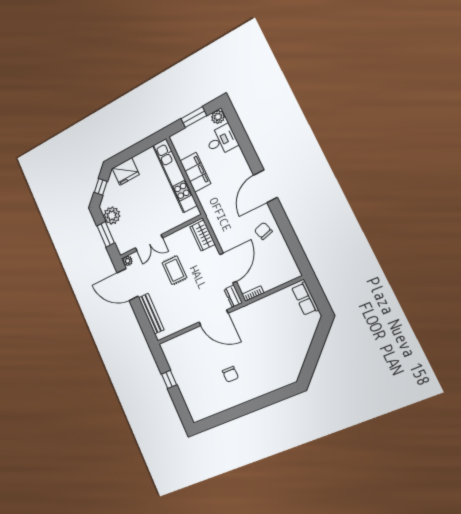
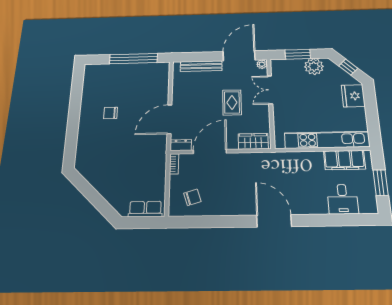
plant: (218, 117) -> (370, 206), removed
filing cabinet: (195, 172) -> (344, 160), moved
chair: (263, 231) -> (192, 197), moved
door: (228, 268) -> (210, 152), swing flipped
rug: (174, 270) -> (232, 102), turned 90
window: (169, 379) -> (133, 59), width x3.17

